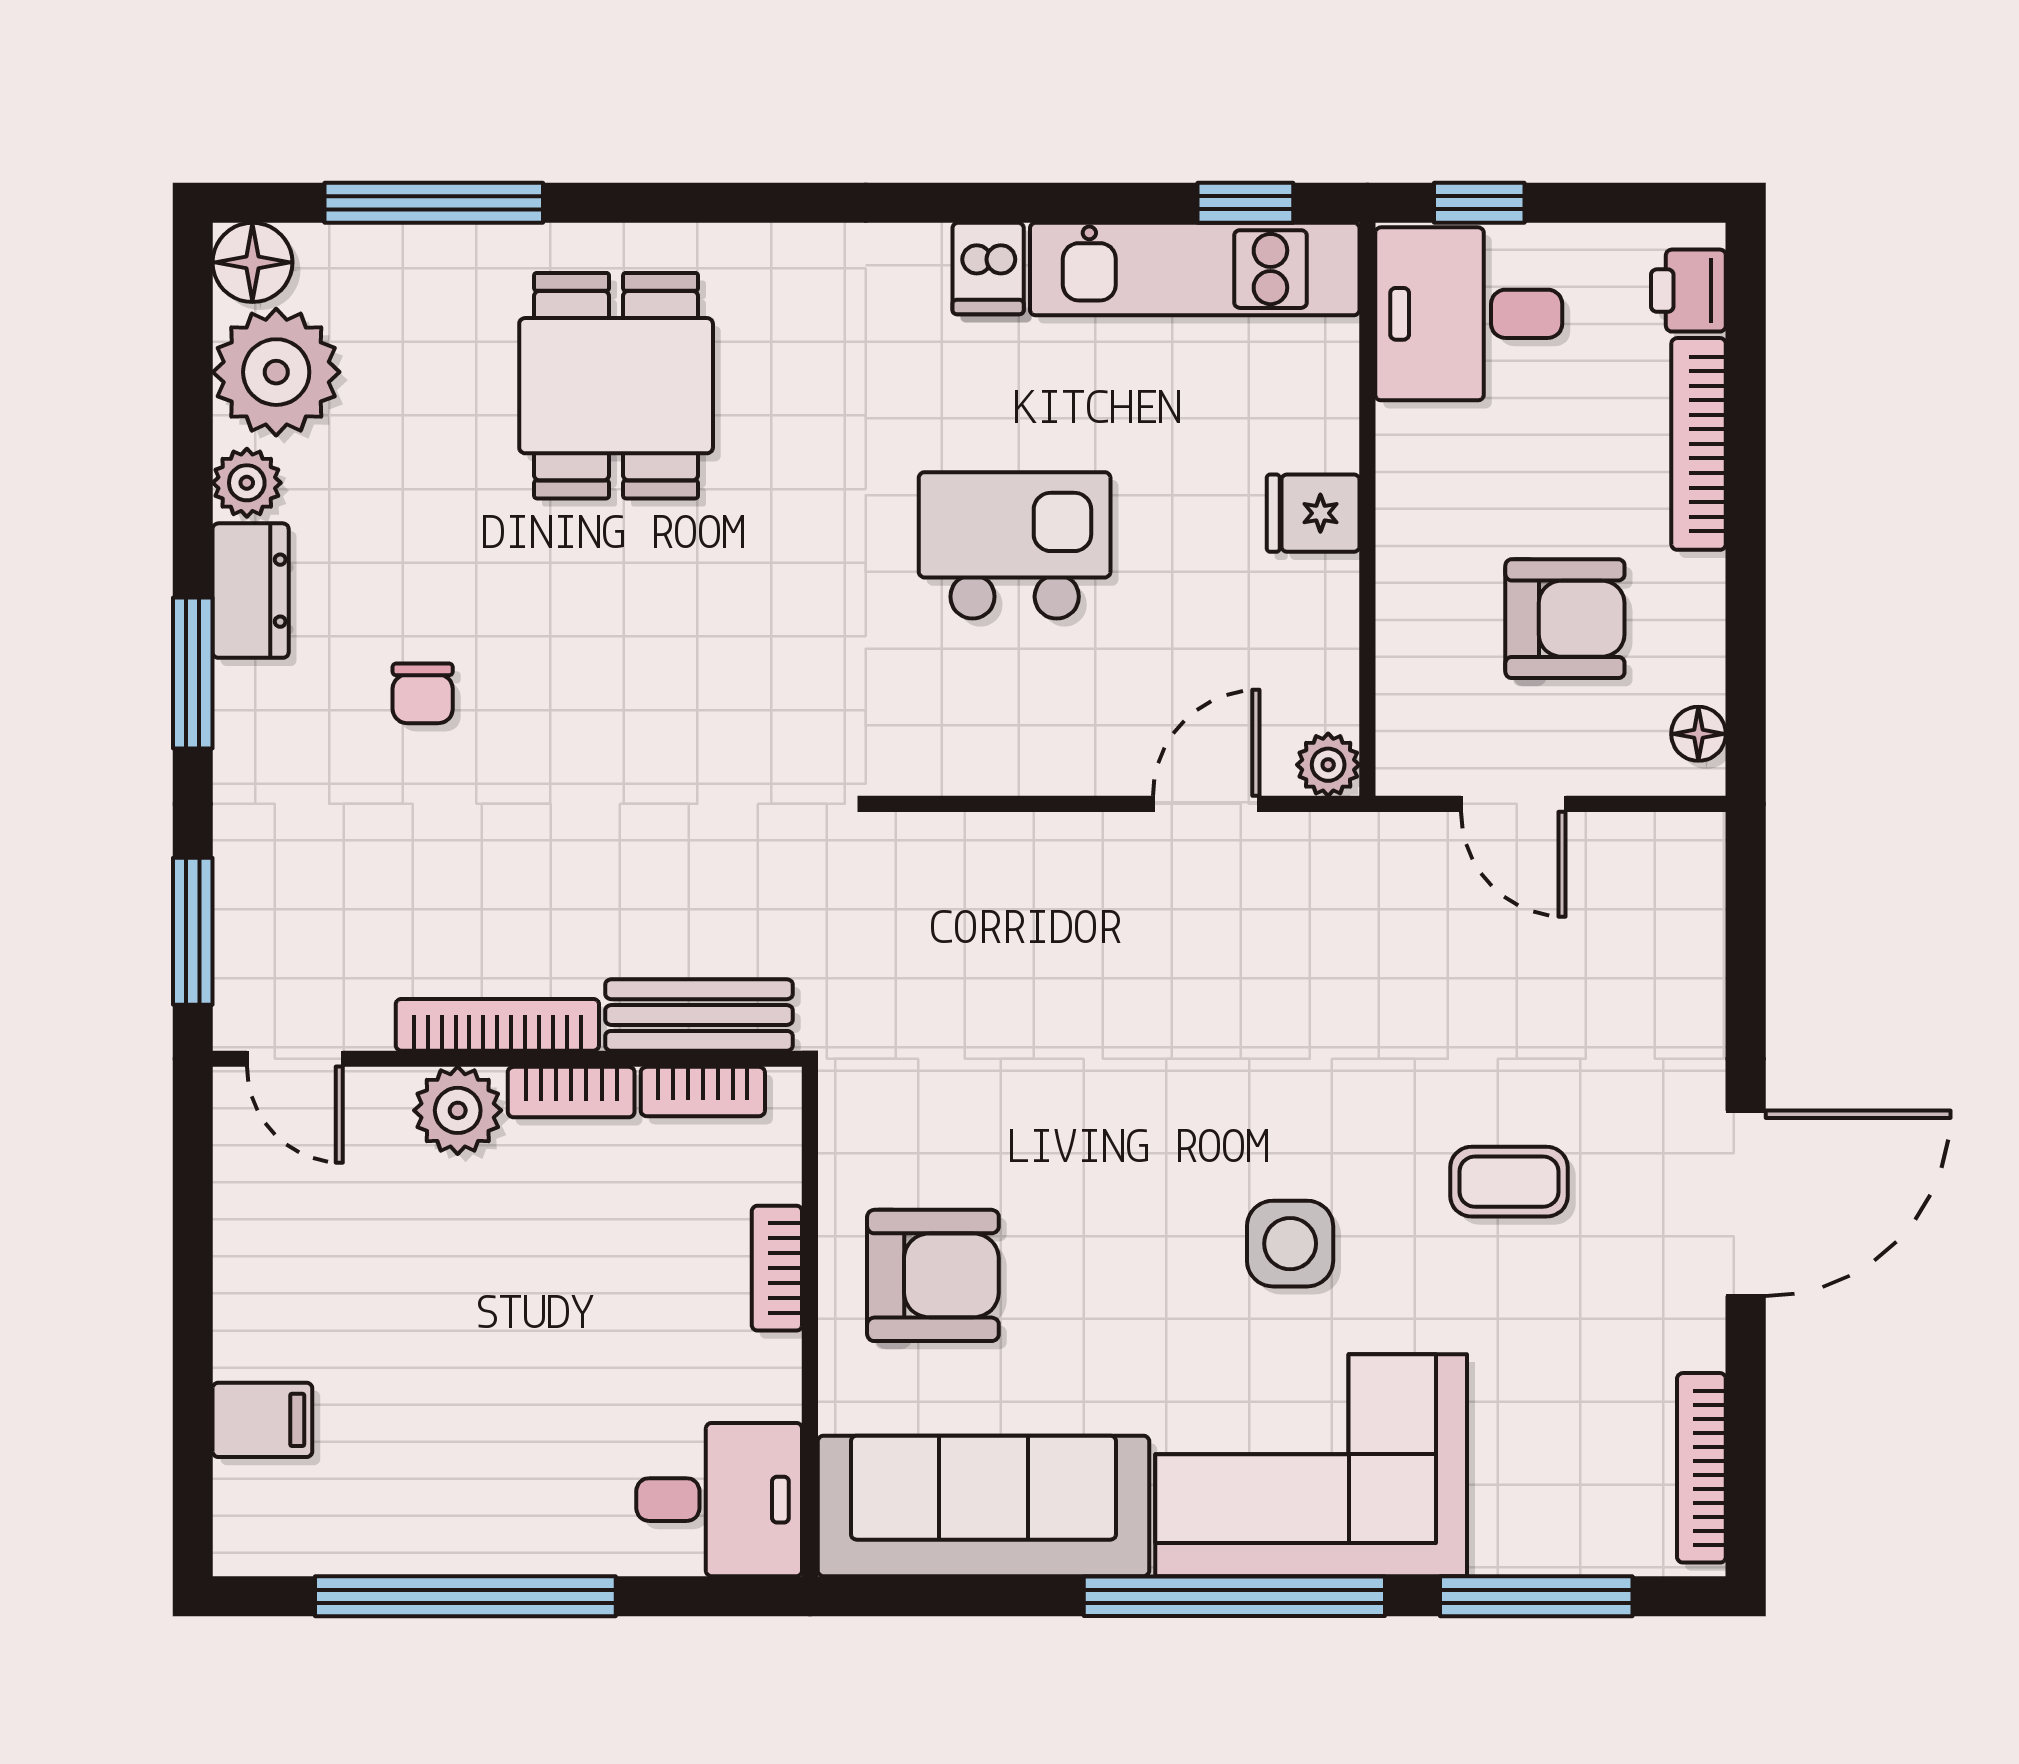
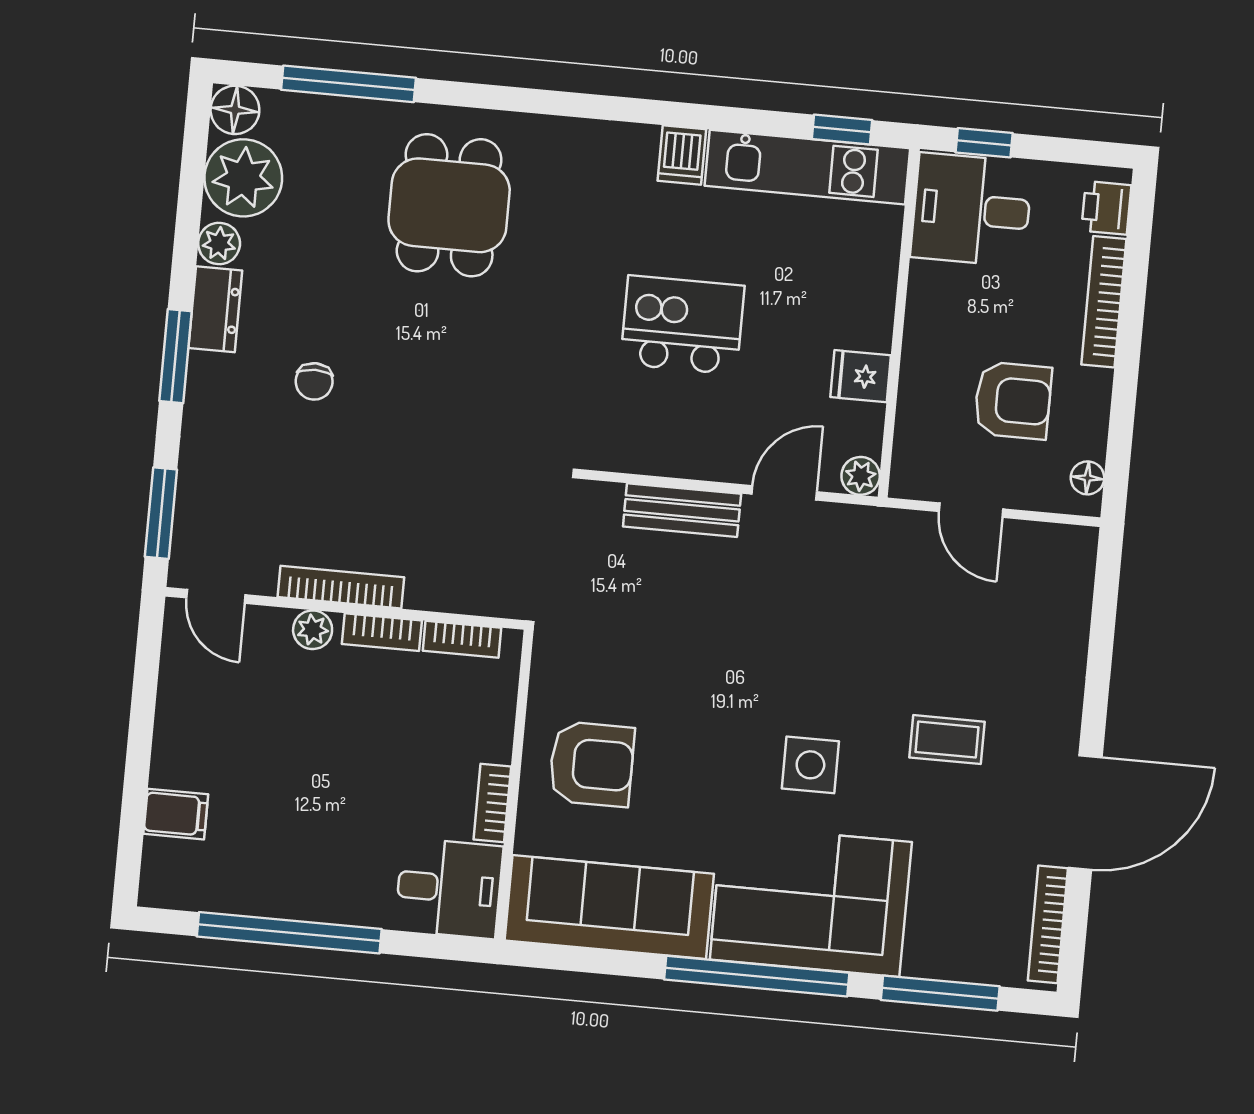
fridge: (1313, 513) -> (861, 376), moved
bench: (699, 1015) -> (682, 510), moved
plant: (458, 1110) -> (313, 630), width x0.73, depth x0.73
door: (1746, 1203) -> (1085, 813), moved
bookcase: (777, 1268) -> (492, 803), moved

